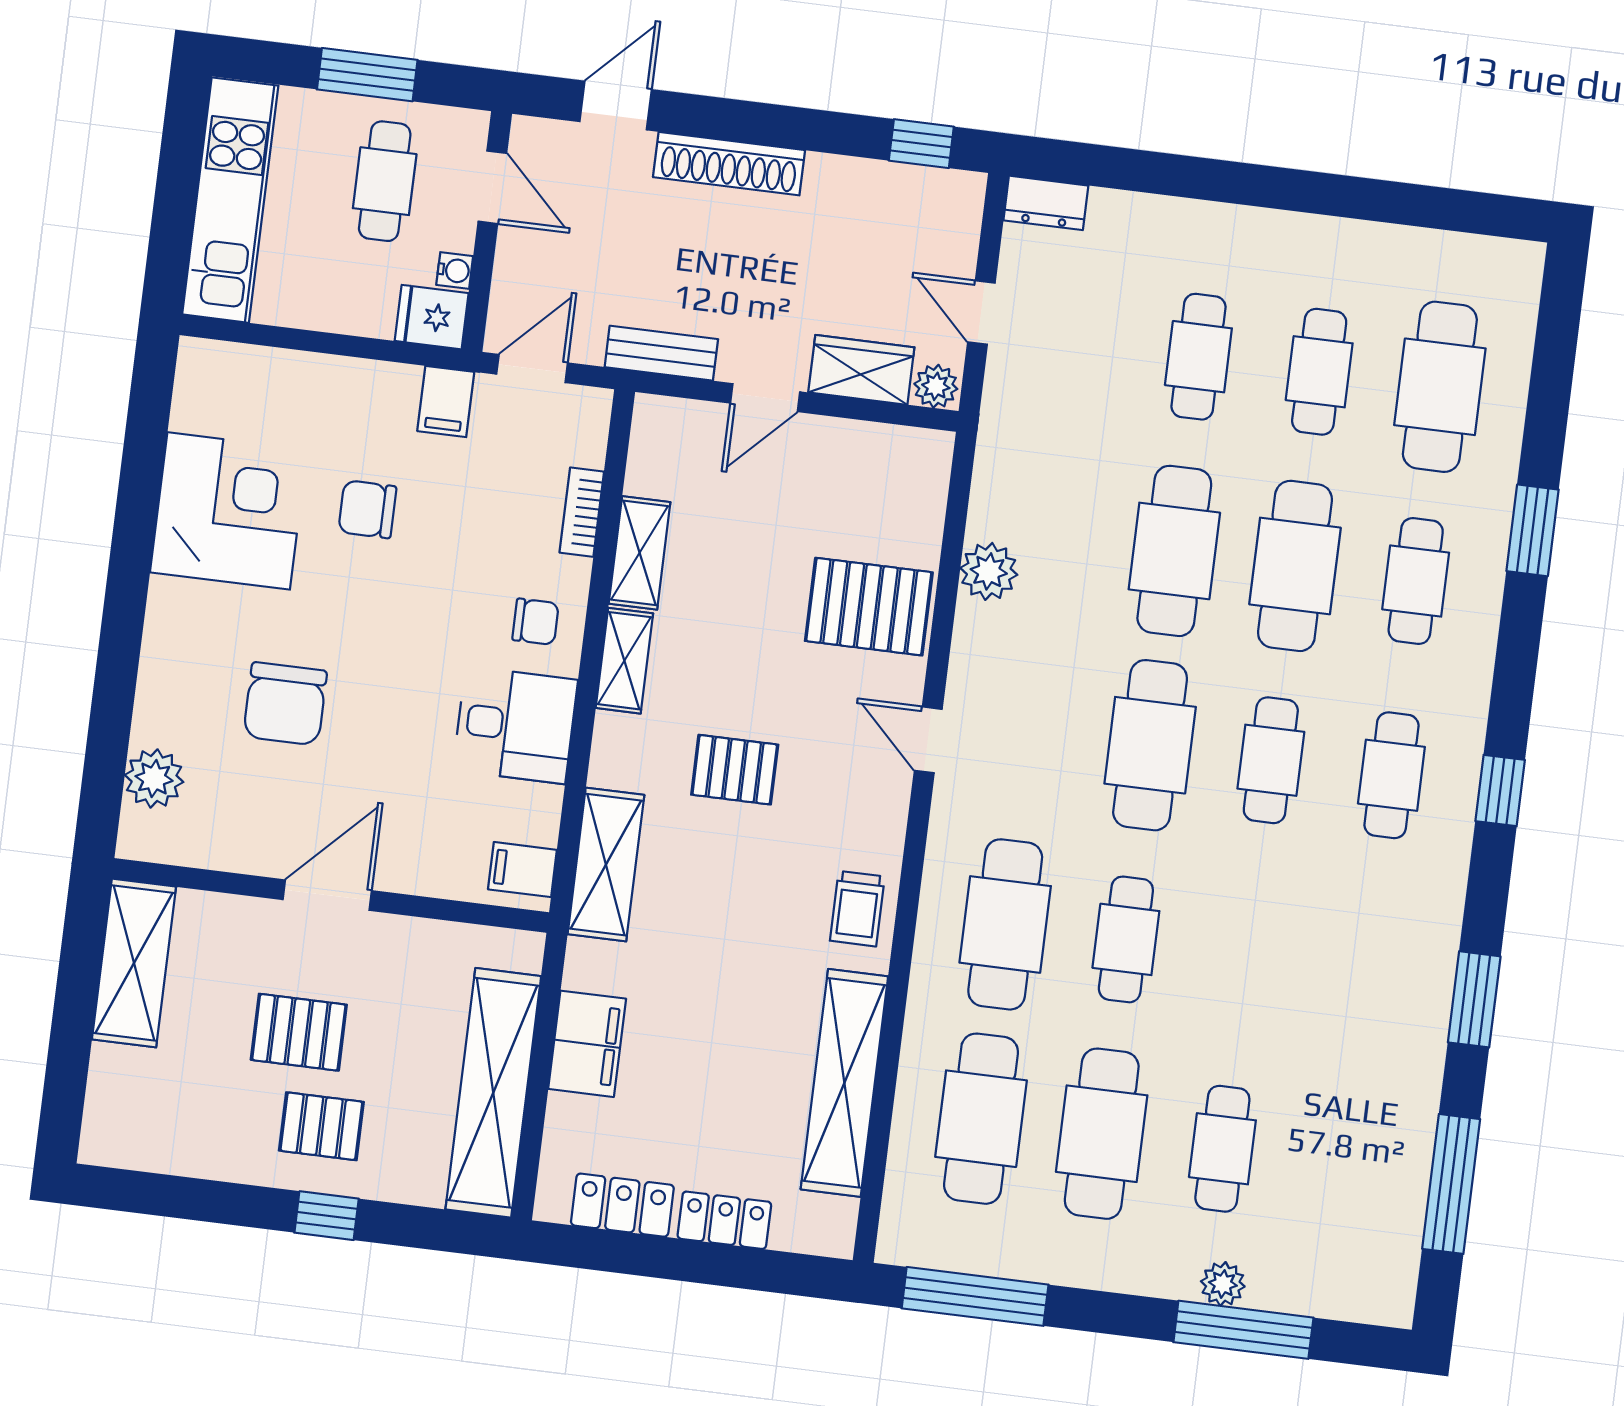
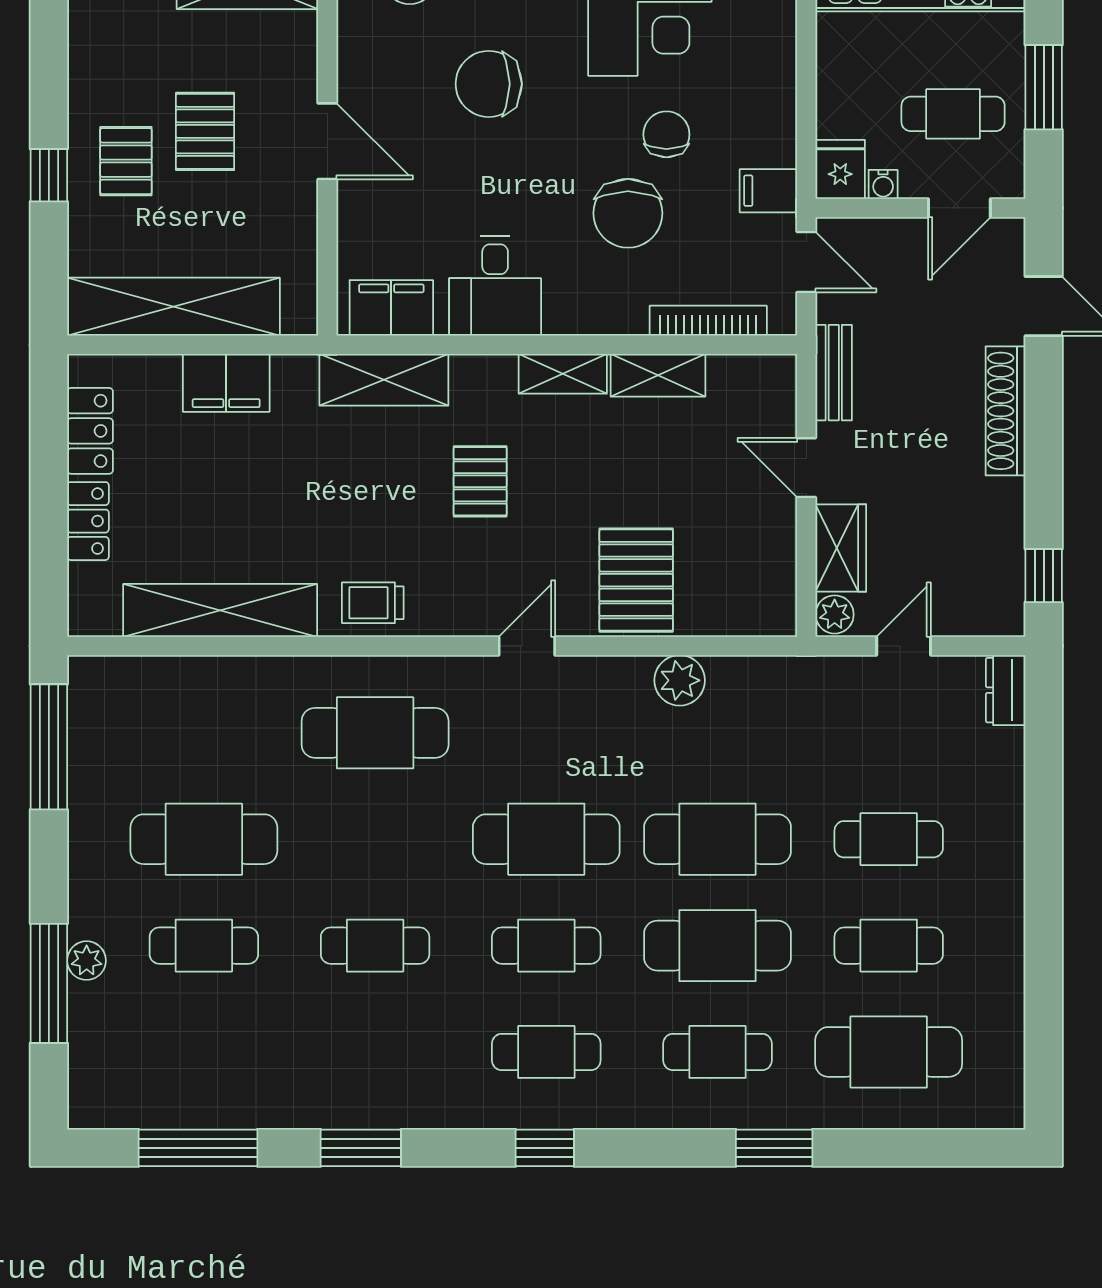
bookcase: (582, 512) -> (708, 321), width x1.56
chair: (535, 622) -> (628, 213), moved, width x1.87, depth x1.87
filing cabinet: (522, 870) -> (391, 308), width x2.00
cafe table: (1126, 939) -> (375, 946), moved
cafe table: (981, 1119) -> (204, 733), removed

